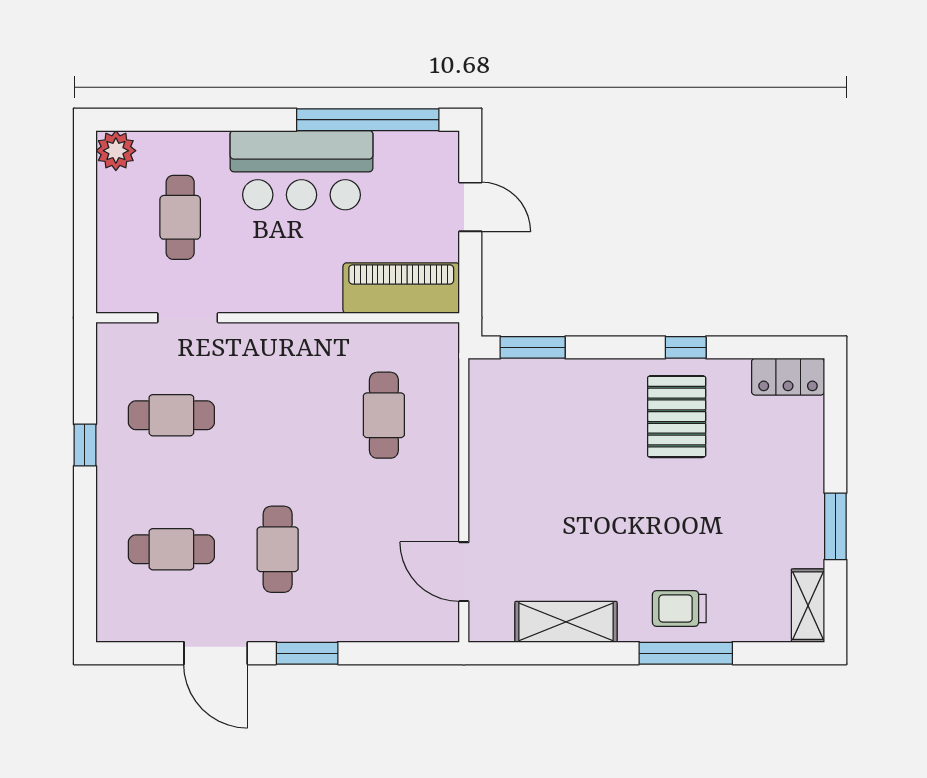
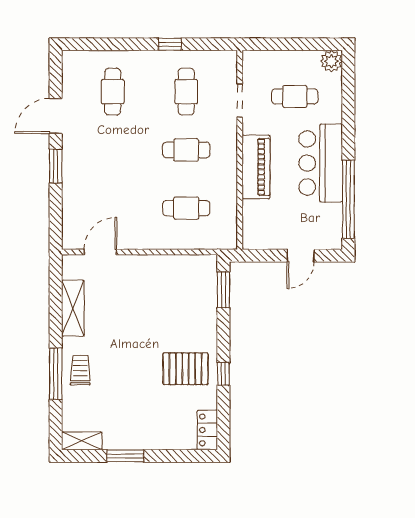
piano: (401, 288) -> (256, 167), moved
cafe table: (278, 549) -> (186, 150), moved

